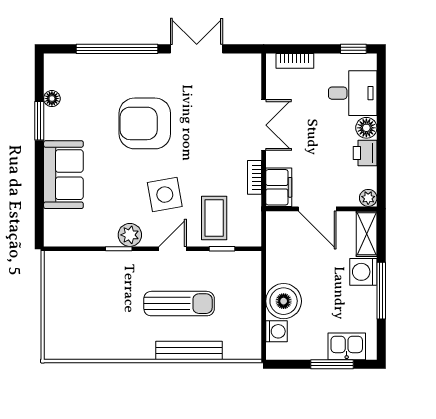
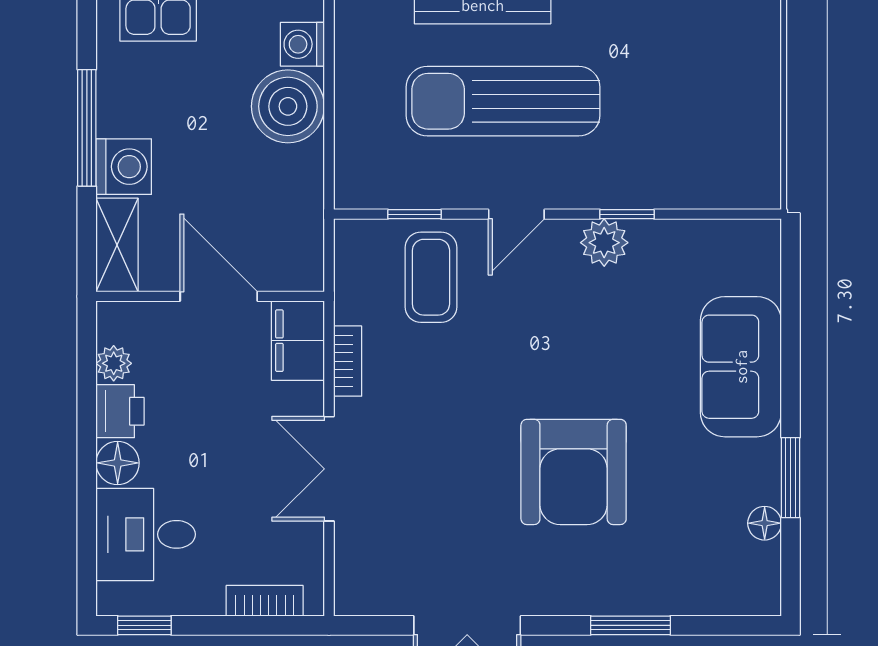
window: (117, 49) -> (631, 625), width x0.47
armchair: (145, 123) -> (574, 472), turned 90
side table: (165, 195) -> (532, 326), removed
plant: (368, 198) -> (114, 363), moved
sun lounger: (179, 304) -> (503, 101), width x1.36, depth x1.34

